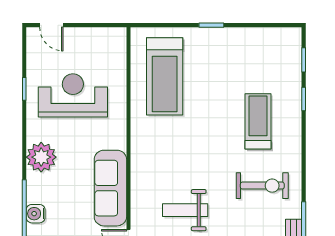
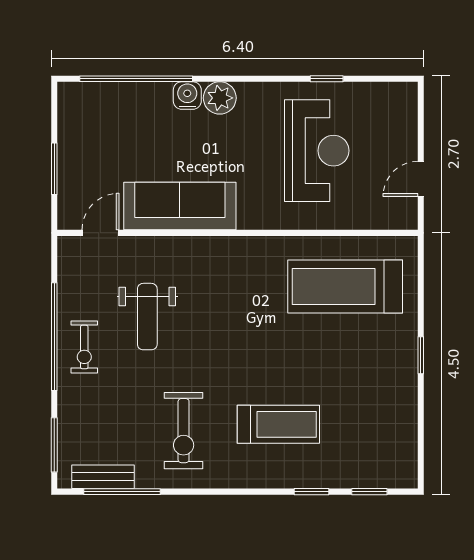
door: (51, 25) -> (421, 179), moved
plant: (41, 157) -> (220, 98), width x0.73, depth x0.73
weight bench: (185, 210) -> (147, 317), turned 180
water cooler: (36, 214) -> (187, 96), moved

